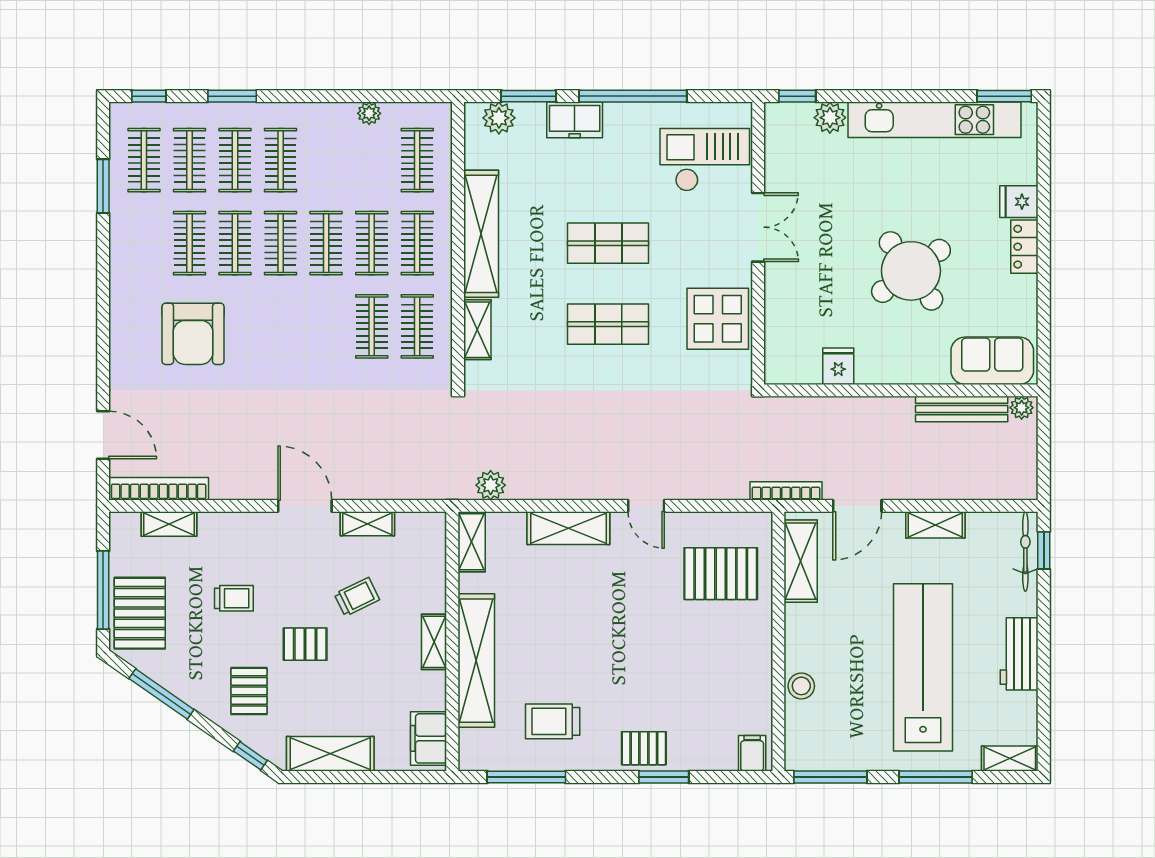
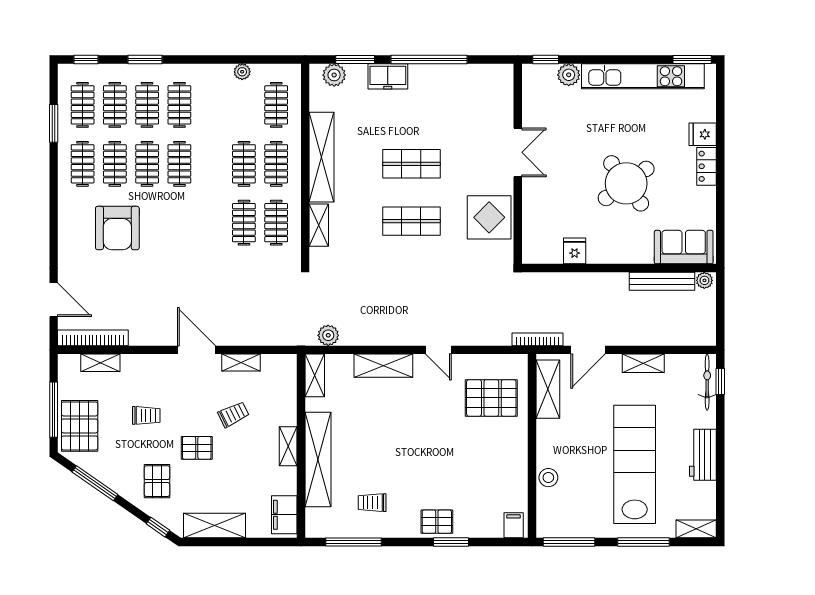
checkout: (705, 160) -> (480, 105), removed
clothes rail: (326, 243) -> (83, 164), moved
trolley: (553, 721) -> (372, 503), width x0.73, depth x0.72

